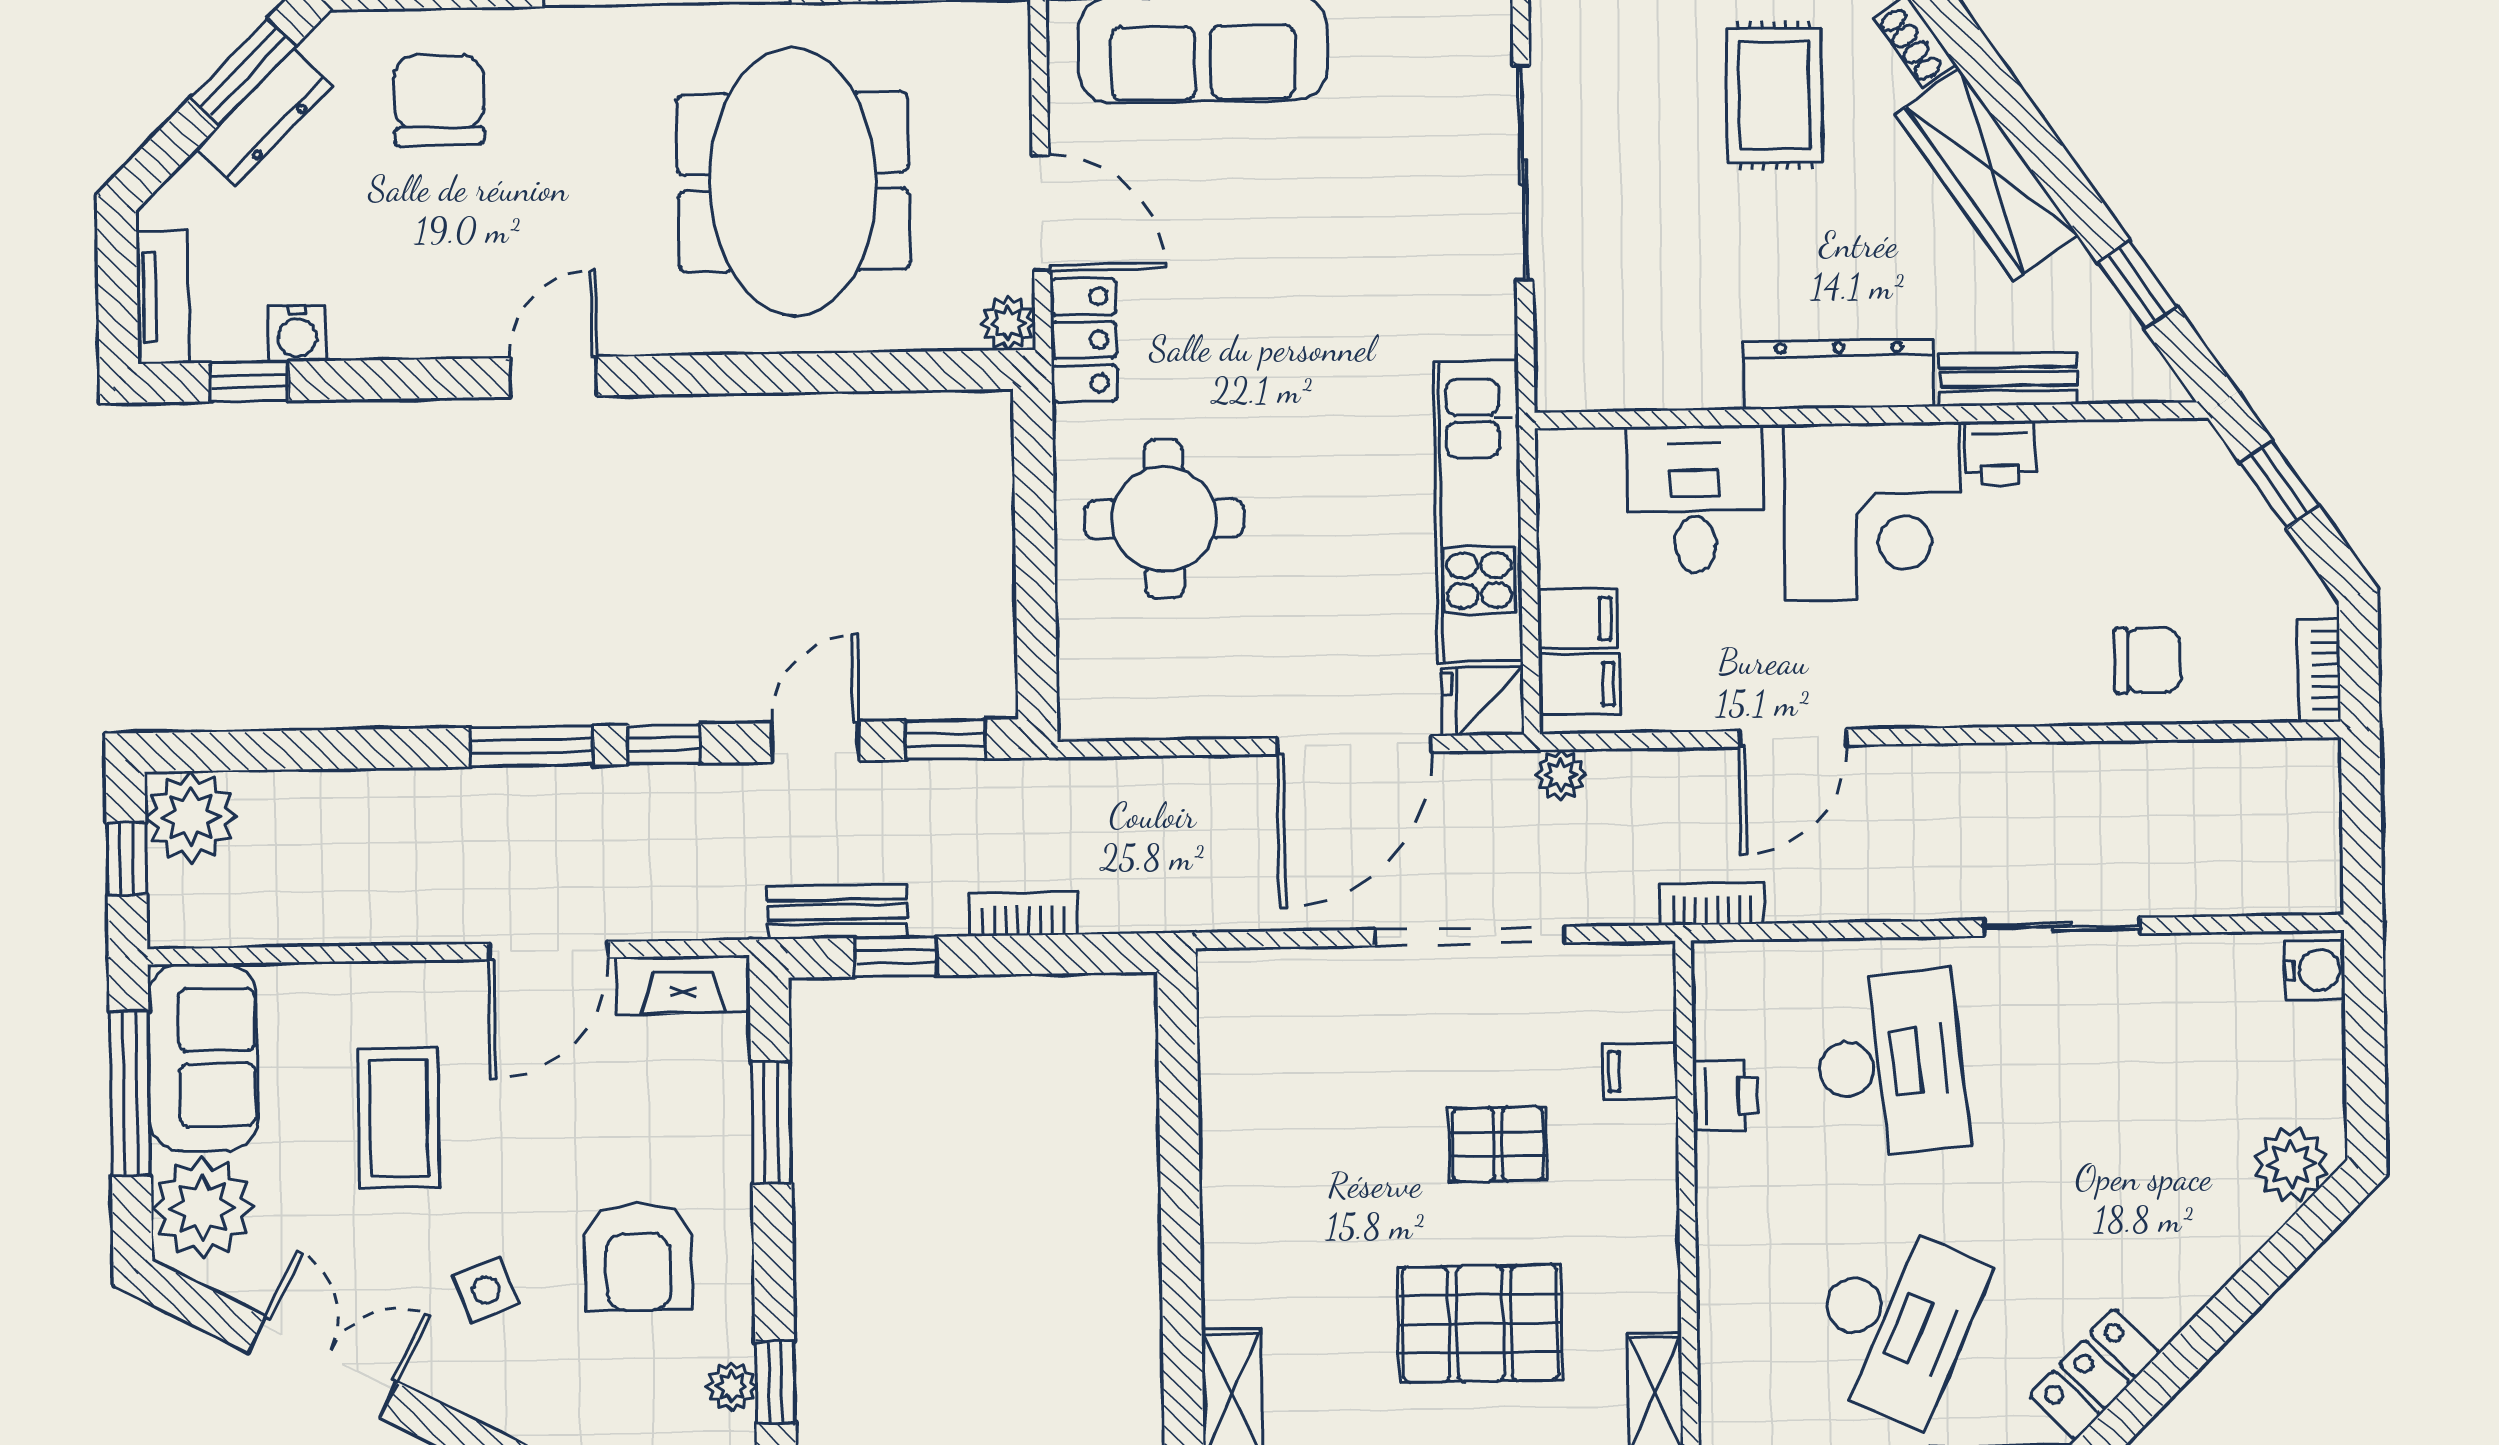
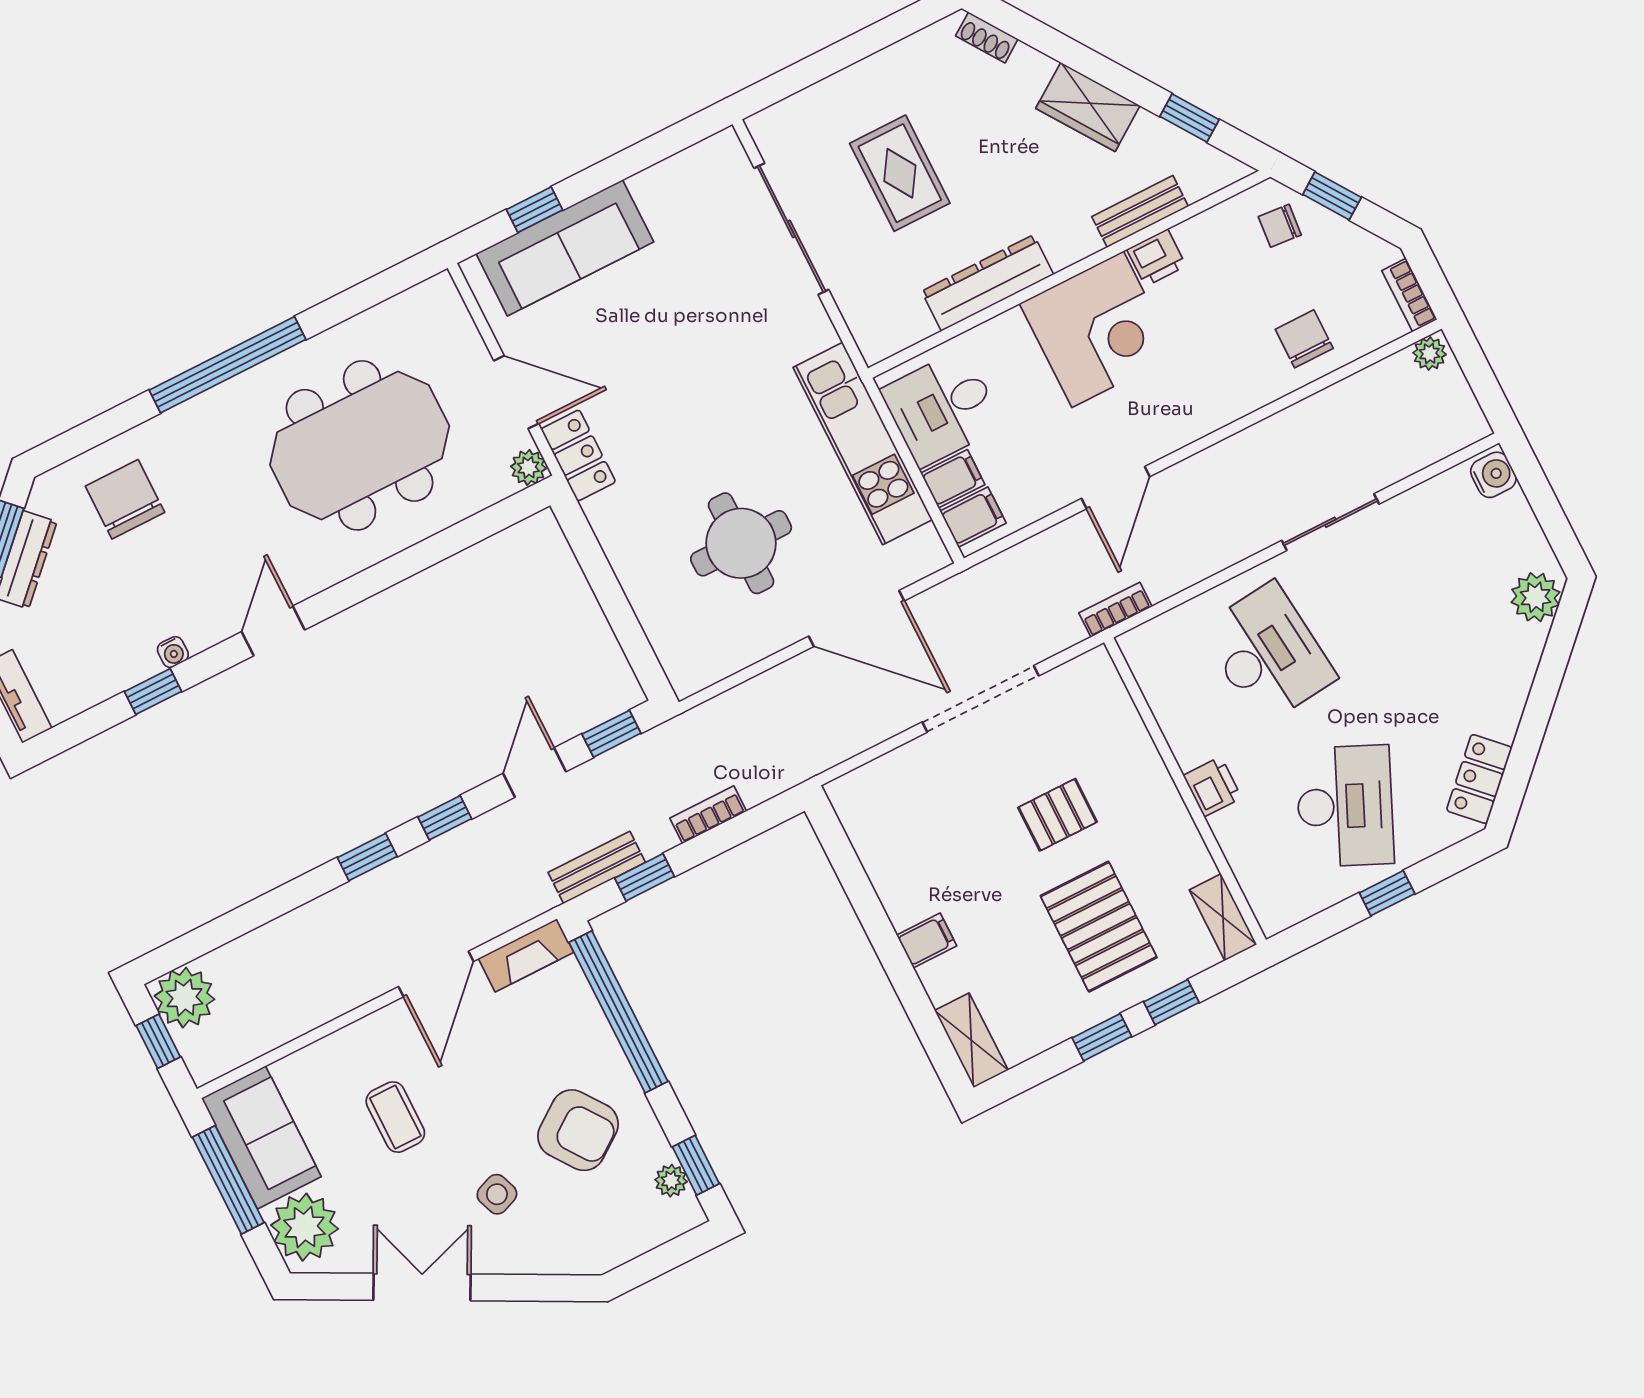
rug: (1774, 95) -> (900, 173), moved
wardrobe: (1987, 175) -> (1088, 107), width x0.67
meeting table: (793, 182) -> (360, 445), turned 90
water cooler: (297, 333) -> (173, 652), moved, width x0.72, depth x0.72
dresser: (1839, 374) -> (988, 283), moved
window: (249, 382) -> (153, 691), moved
chair: (2189, 491) -> (1280, 226), added
desk: (1695, 499) -> (942, 408), moved, turned -90
round table: (1164, 519) -> (741, 543), moved
chair: (2147, 660) -> (1304, 339), turned -90
fridge: (1483, 701) -> (920, 555), removed
door: (1354, 745) -> (856, 618), hinge flipped
window: (532, 746) -> (367, 857), width x0.67
plant: (1561, 775) -> (1430, 354), moved
filing cabinet: (1640, 1071) -> (927, 940), moved, turned 180
printer: (1725, 1095) -> (1212, 787), moved
coffee table: (399, 1118) -> (395, 1117), width x0.73, depth x0.77
window: (771, 1123) -> (618, 1012), width x2.11
armchair: (638, 1257) -> (578, 1130), turned -36
pallet: (1480, 1324) -> (1099, 927), turned 90

